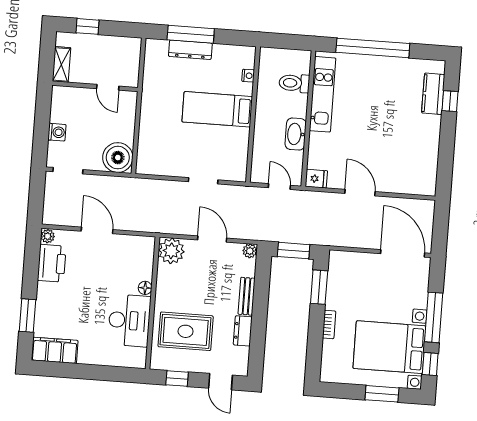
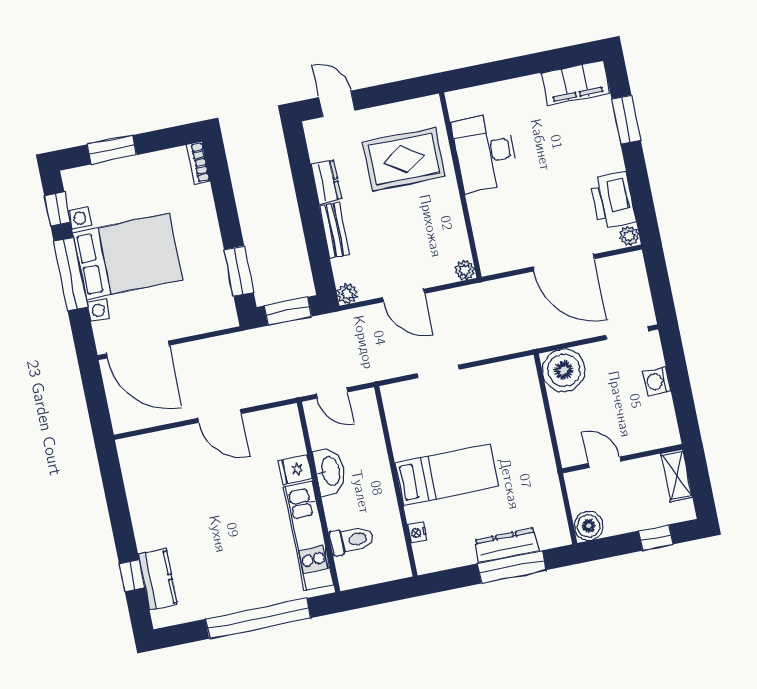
boiler: (131, 47) -> (589, 526), added
fridge: (316, 179) -> (295, 470), moved
door: (97, 230) -> (564, 263), width x1.36
plant: (171, 251) -> (465, 270), width x0.53, depth x0.53
floor lamp: (145, 288) -> (476, 203), removed
bookcase: (329, 325) -> (198, 163), moved
bed with nightstands: (389, 347) -> (128, 256), moved
window: (177, 378) -> (398, 92), removed

